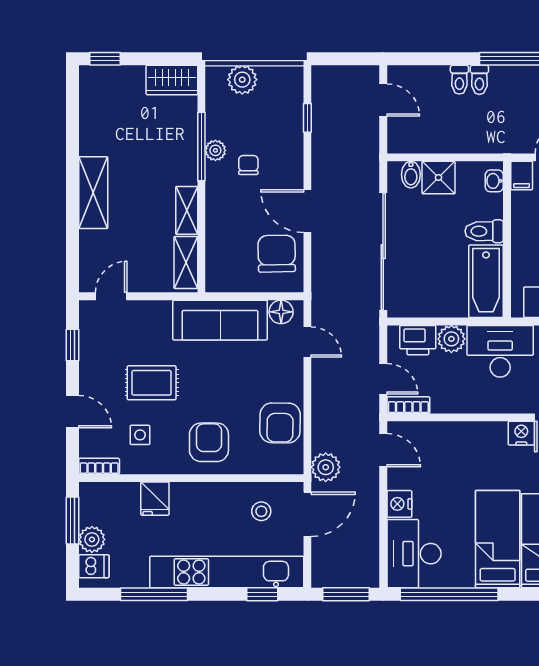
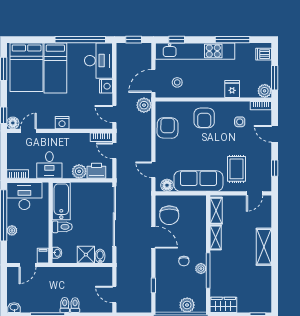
desk: (500, 351) -> (49, 165), width x0.73
rug: (152, 383) -> (237, 169), moved, turned 90
nightstand: (521, 433) -> (62, 123), moved
plant: (92, 539) -> (265, 91), moved
window: (346, 594) -> (134, 40), width x0.67

